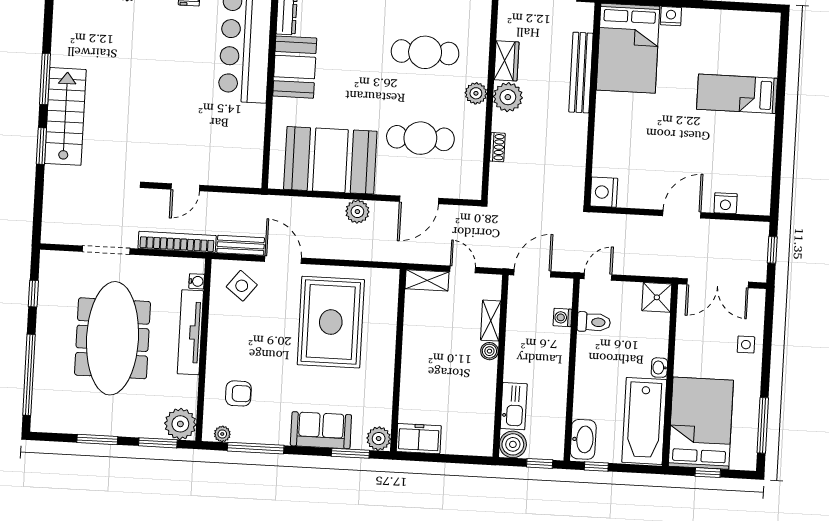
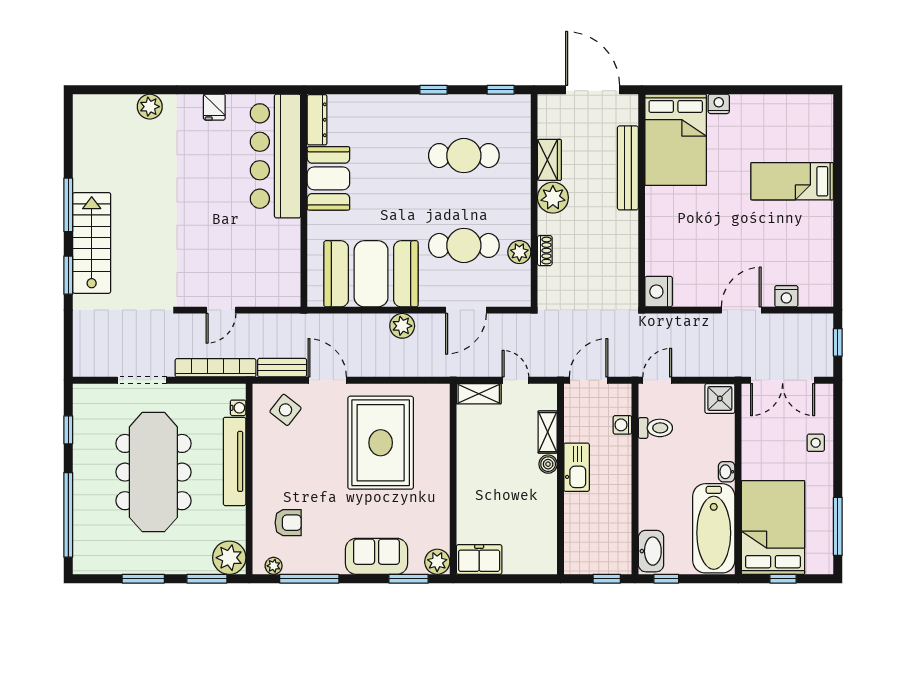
plant: (476, 93) -> (519, 252), moved
kitchen sink: (514, 406) -> (577, 467), moved
boiler: (513, 444) -> (578, 560), removed

